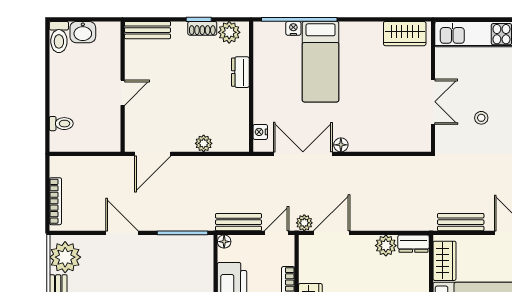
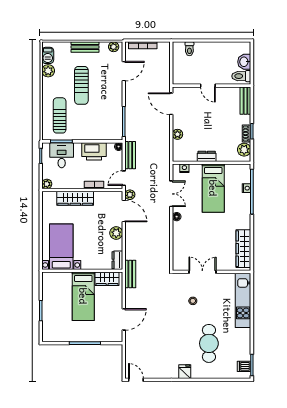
wardrobe: (405, 34) -> (243, 249), width x1.50
toilet: (59, 37) -> (241, 76), moved
bed: (321, 62) -> (213, 188), moved, turned -90
dresser: (240, 72) -> (207, 156), moved
double door: (433, 102) -> (202, 272), swing flipped
double door: (303, 154) -> (171, 194), width x0.73
bench: (461, 222) -> (130, 274), moved
door: (122, 233) -> (124, 71), moved
door: (277, 233) -> (124, 178), swing flipped
plant: (386, 246) -> (116, 233), moved
plant: (65, 257) -> (114, 47), width x0.53, depth x0.53

